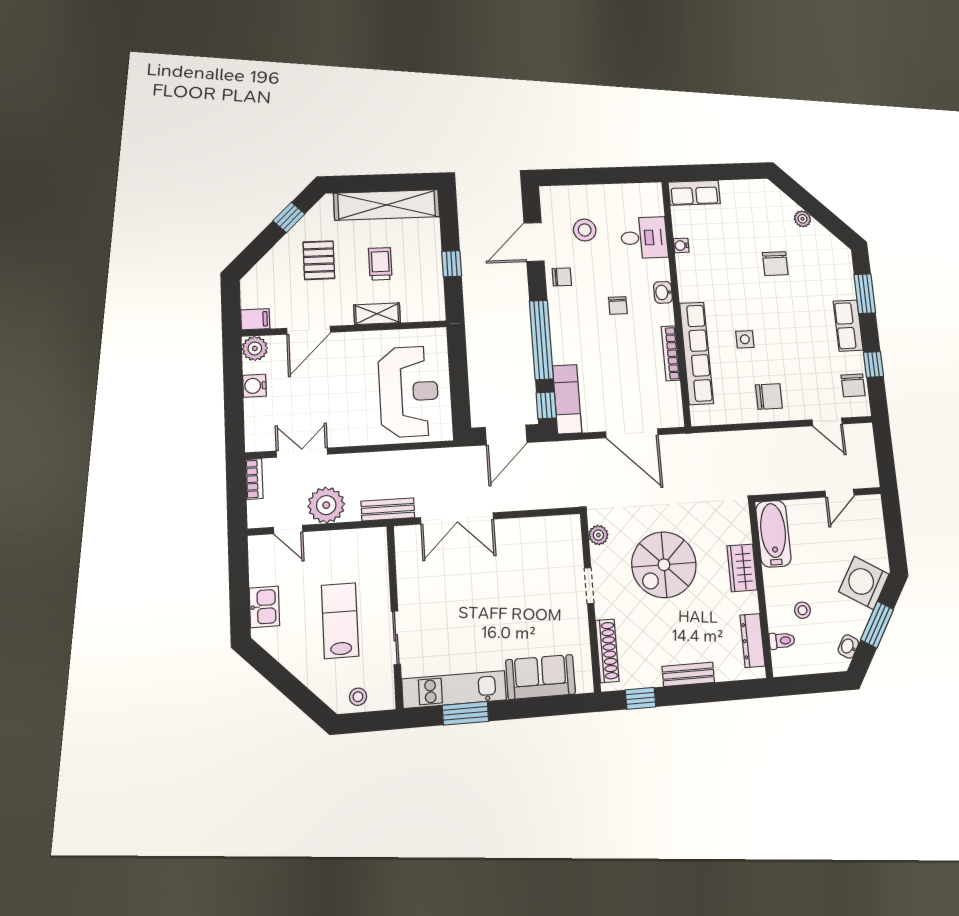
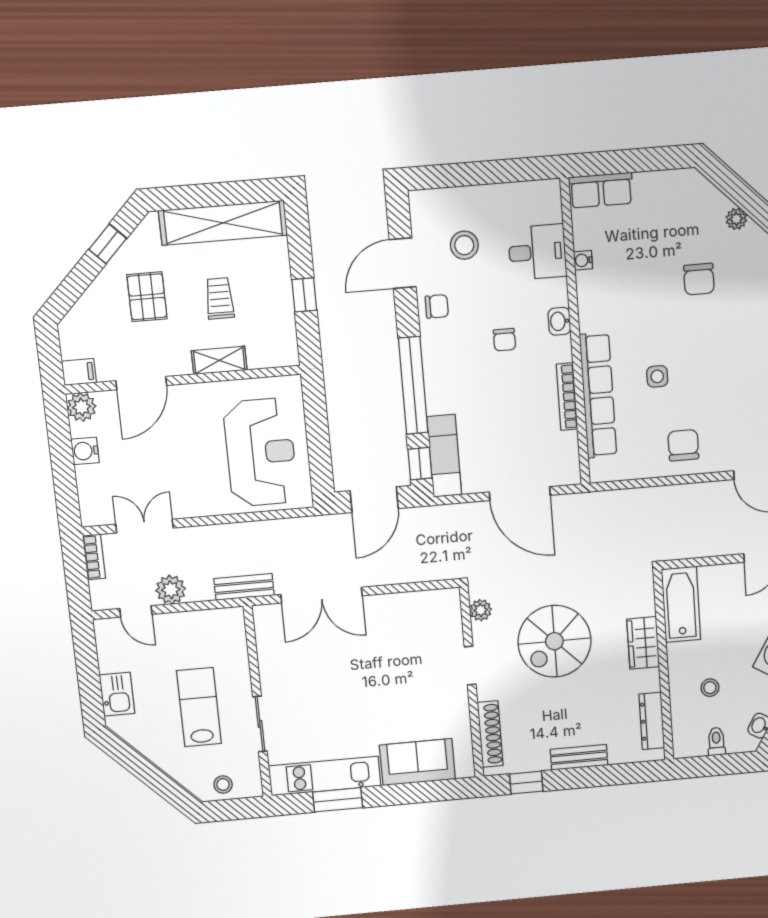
chair: (769, 396) -> (683, 445), turned -90
plant: (326, 505) -> (171, 590), width x0.73, depth x0.73
toilet: (782, 641) -> (716, 741), moved, turned -90

